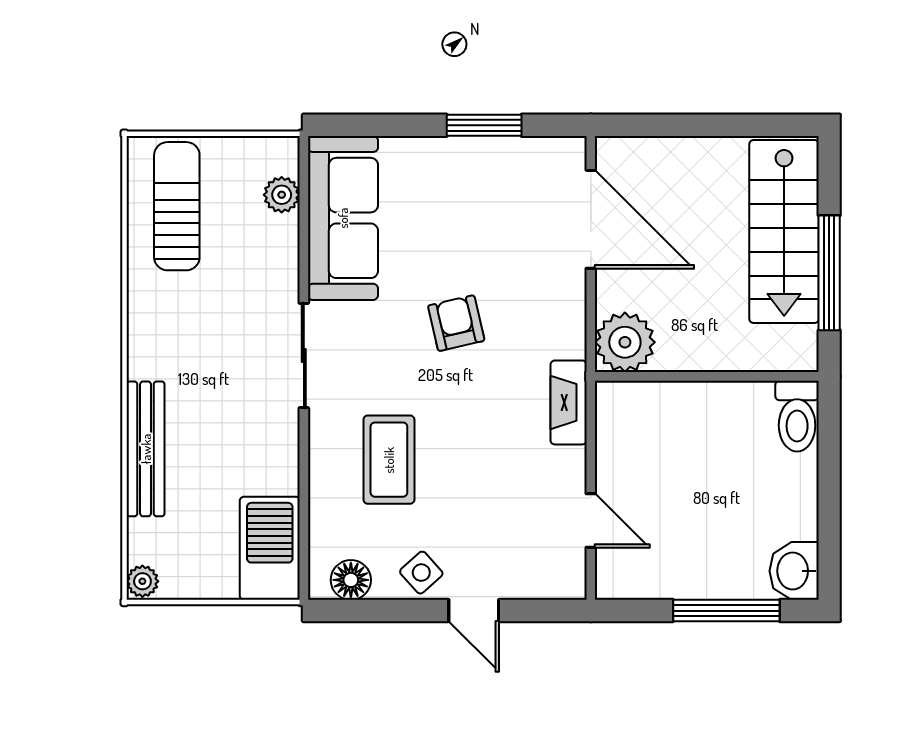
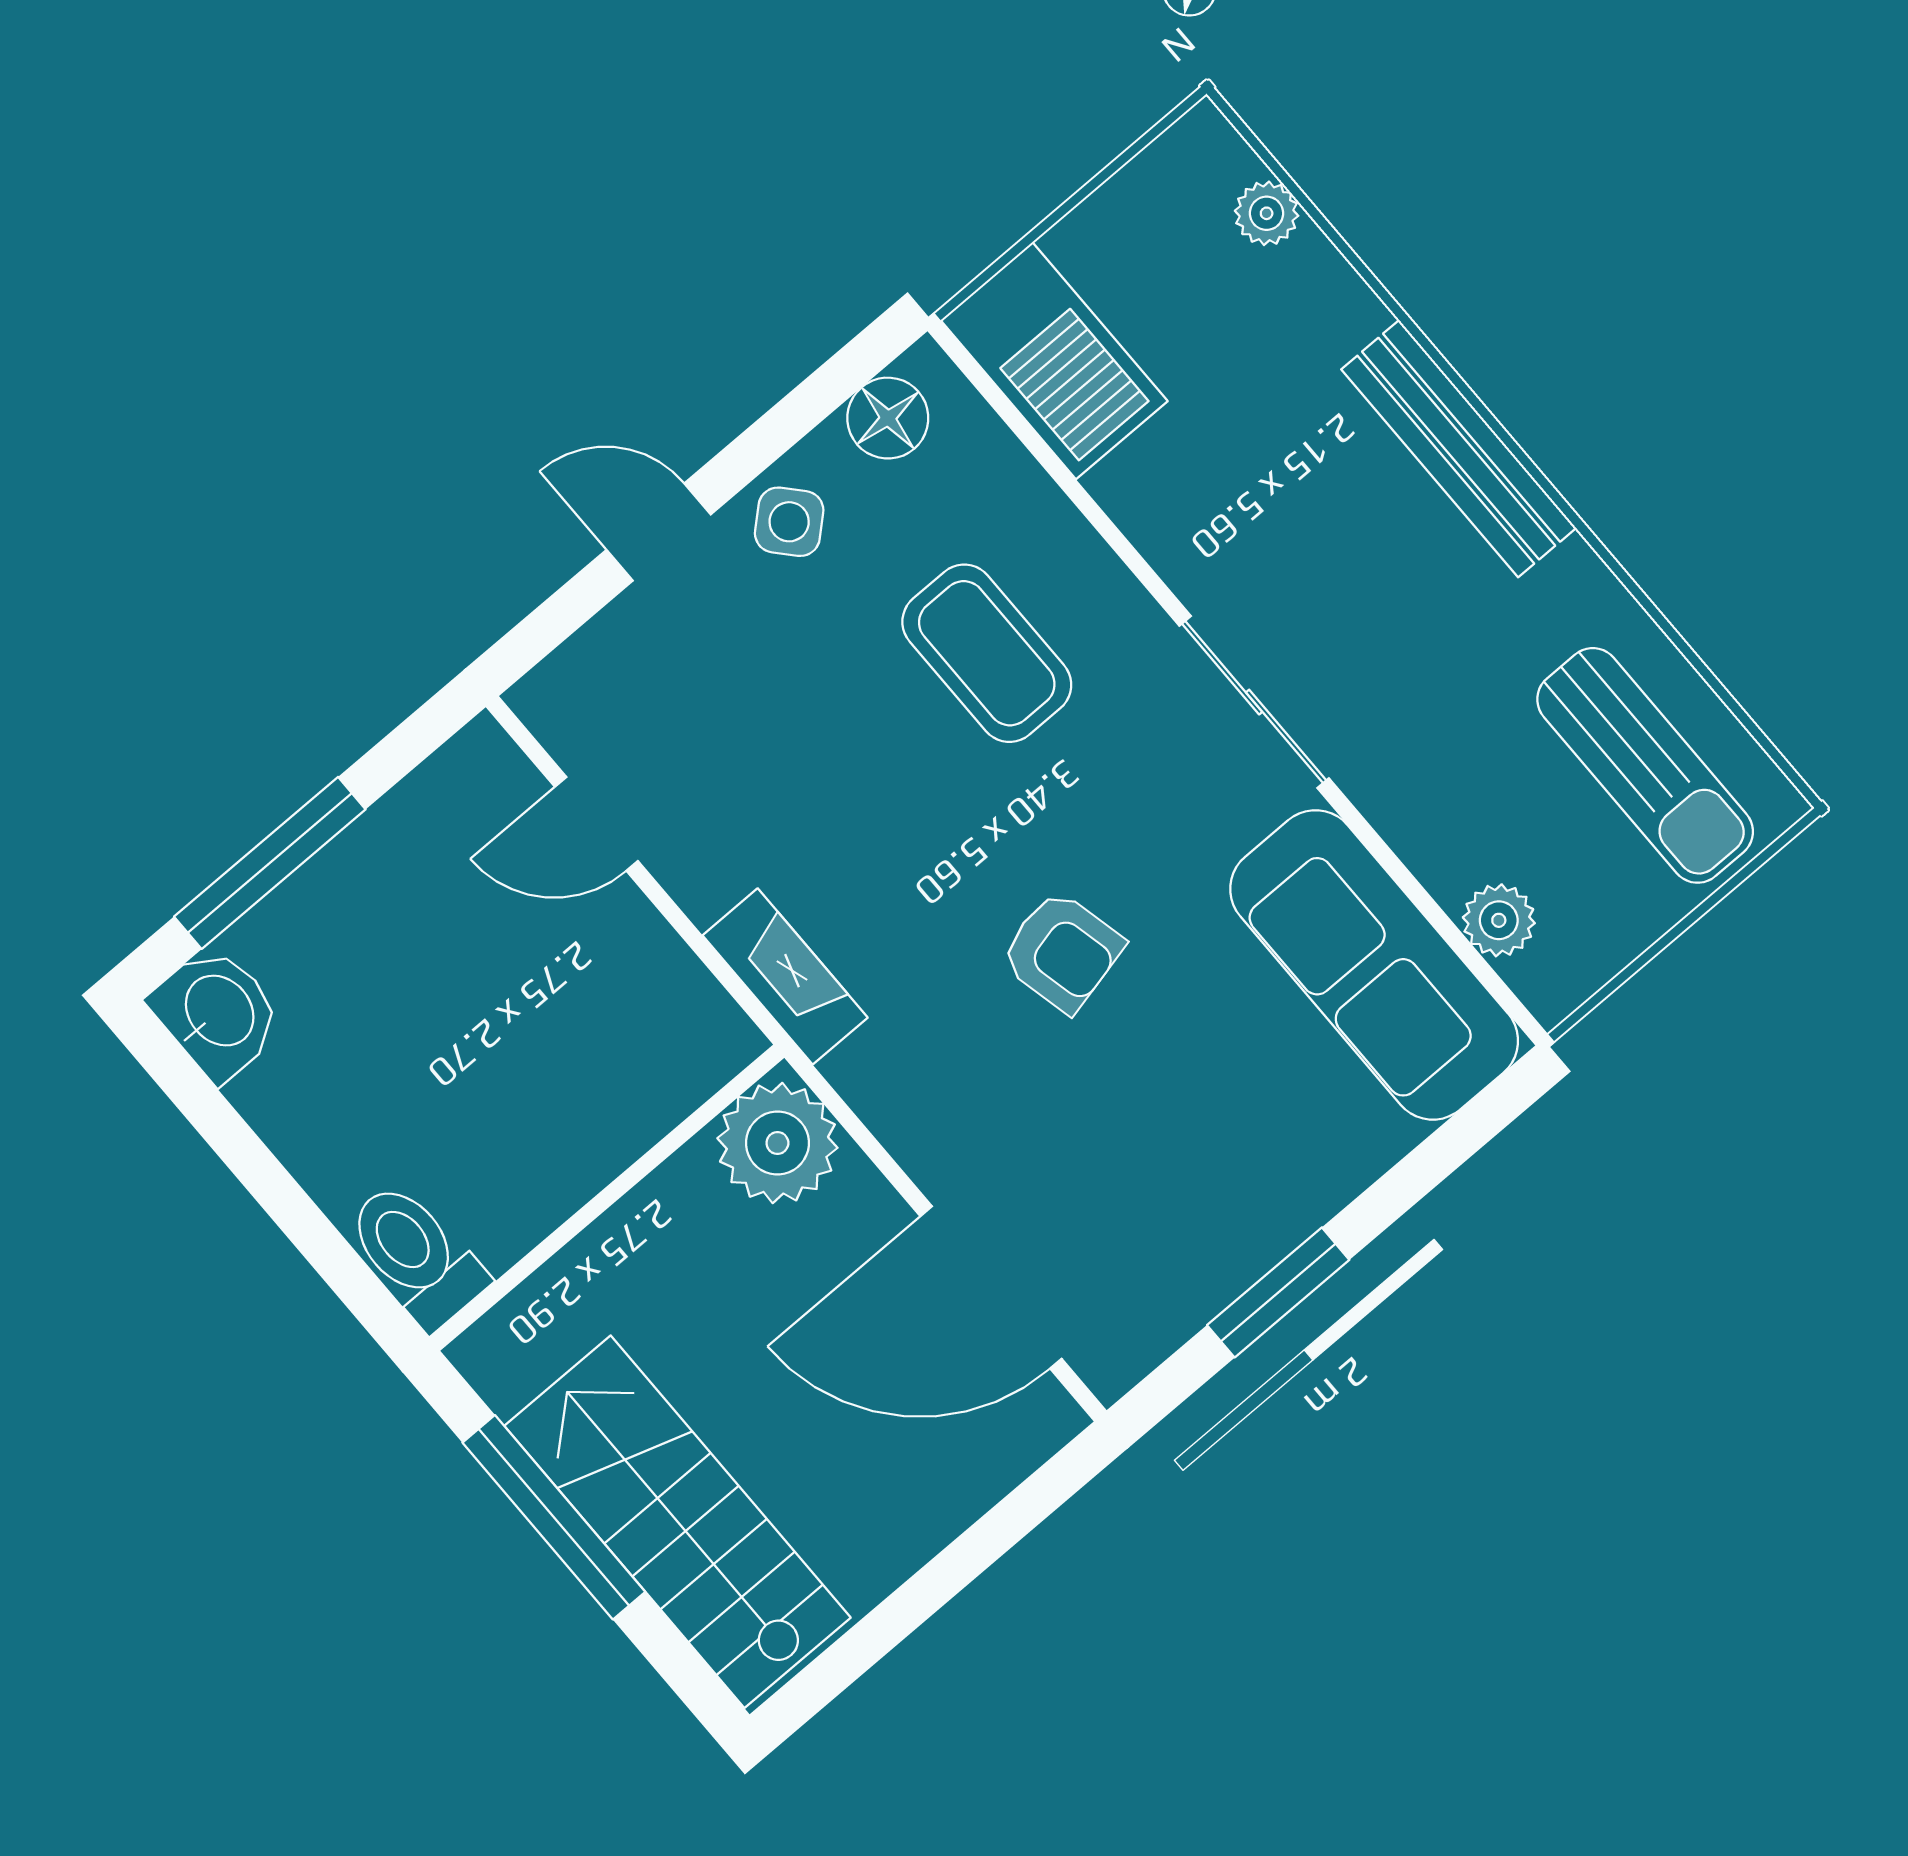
bench: (146, 449) -> (1459, 449), moved
plant: (142, 581) -> (1267, 213), moved

